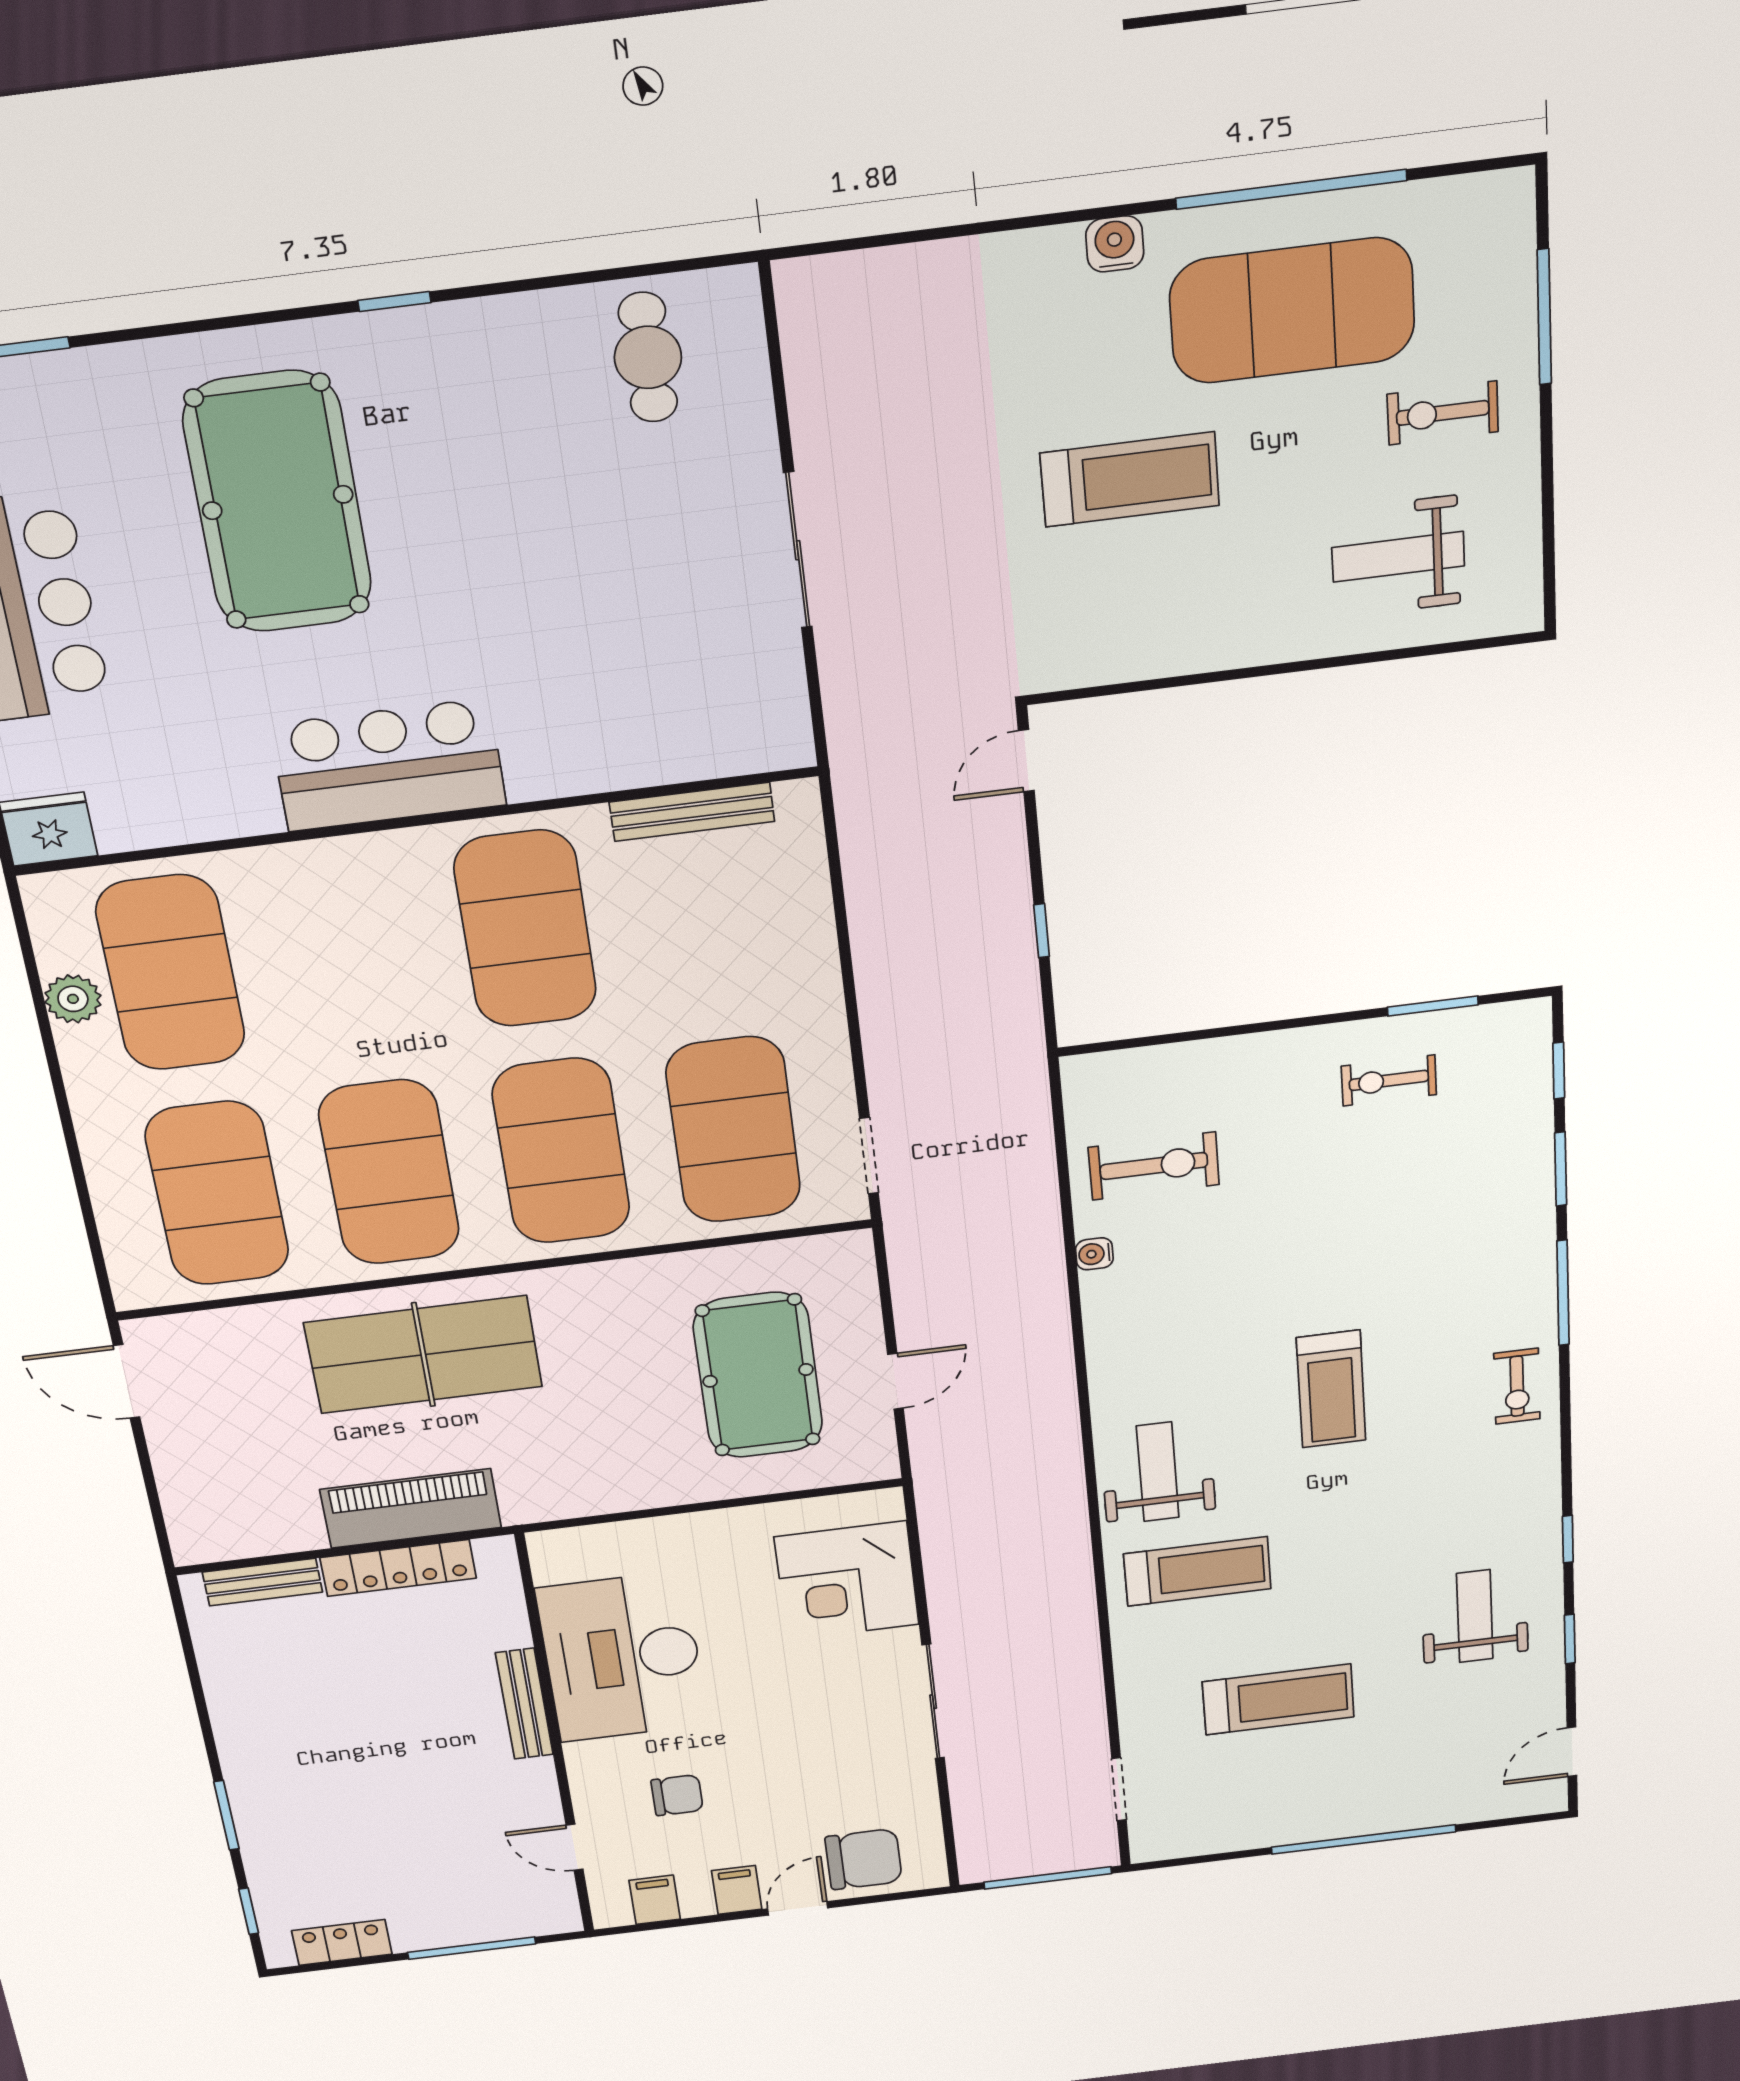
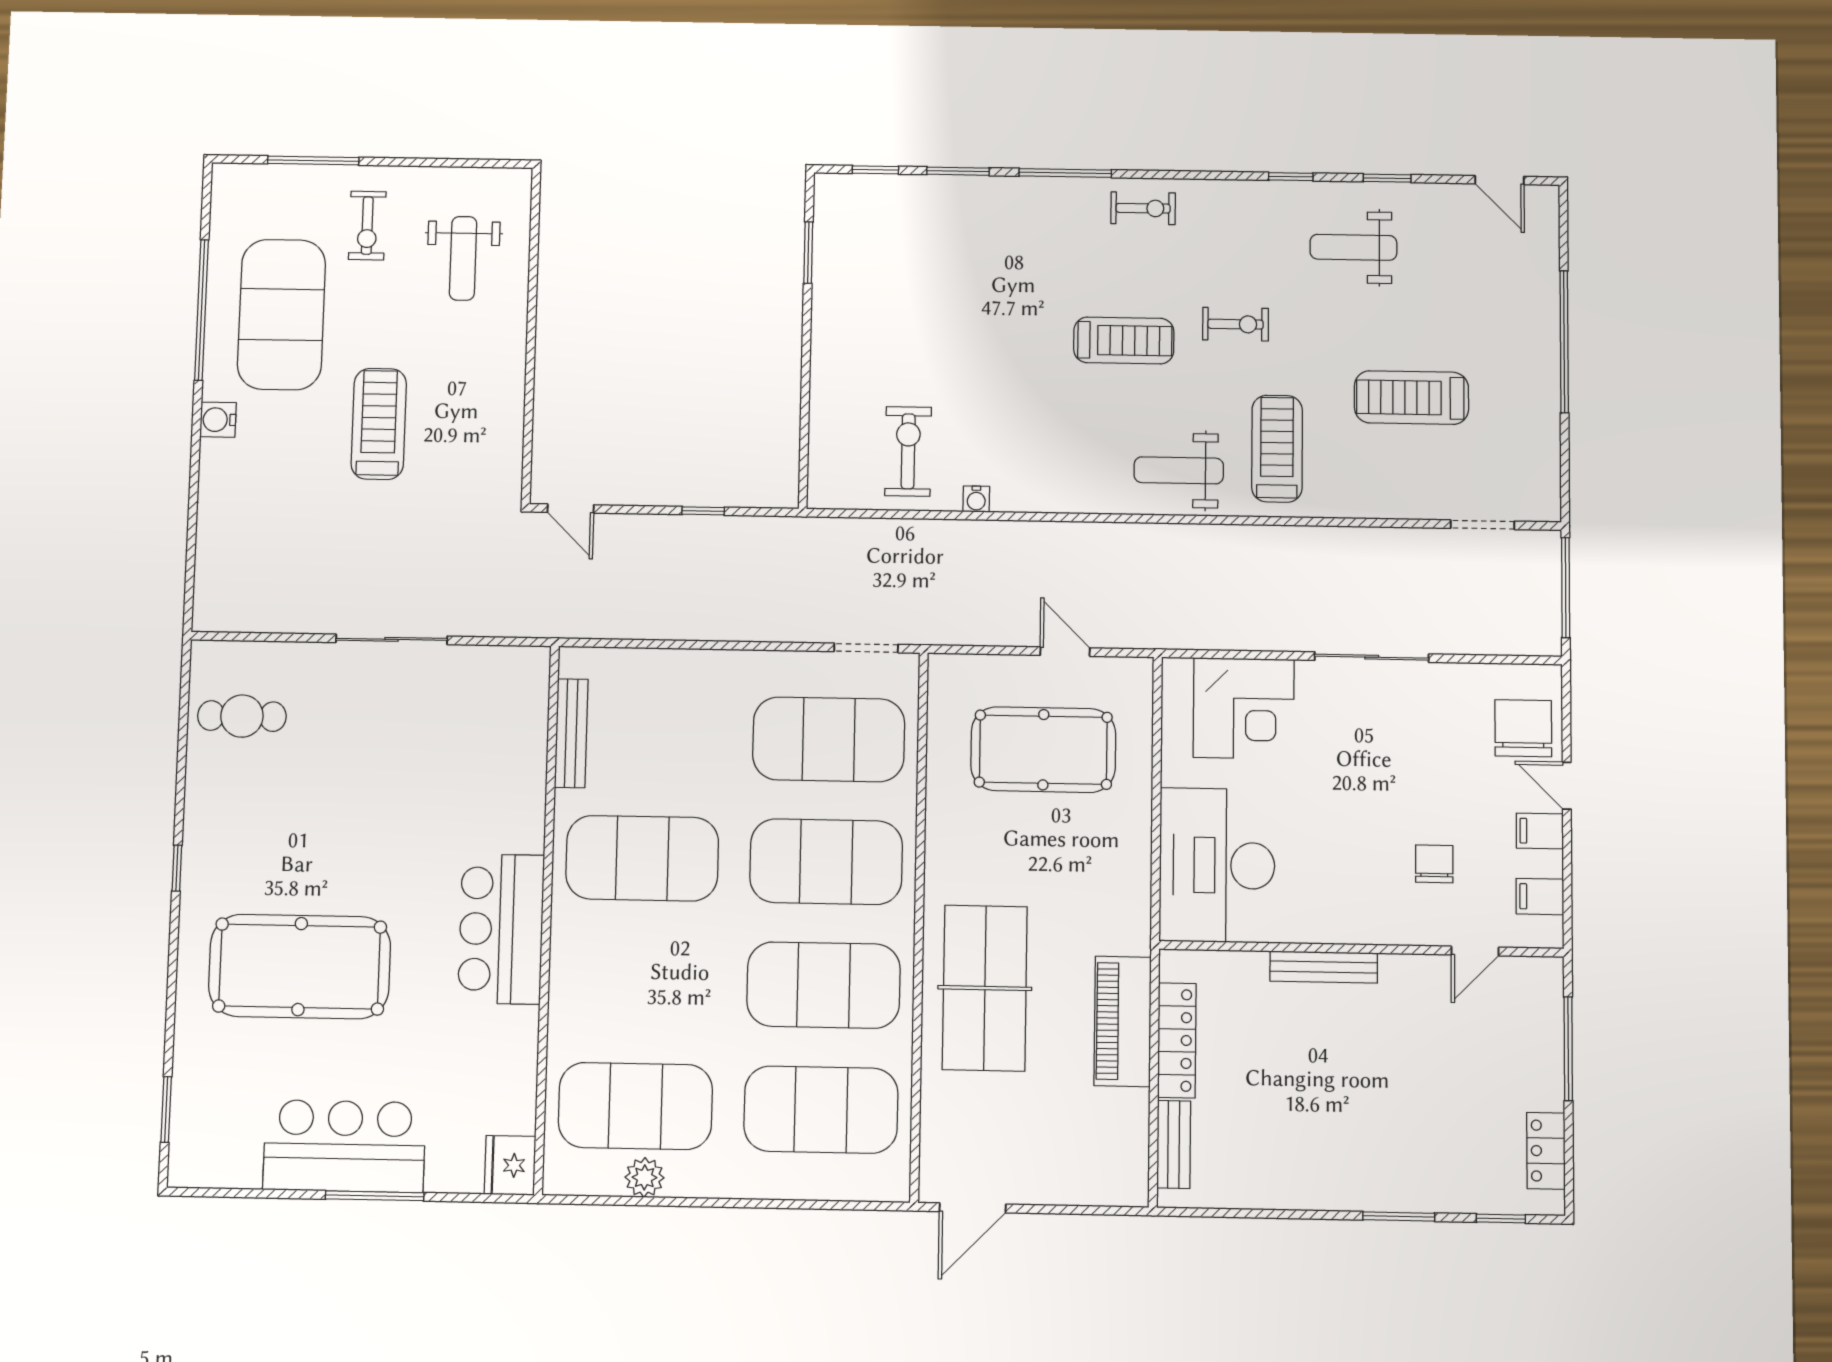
exercise bike: (1389, 1080) -> (1236, 324), moved, turned -90
desk: (622, 1657) -> (1217, 865), moved, turned 90
treadmill: (1278, 1699) -> (1411, 398), turned -90

